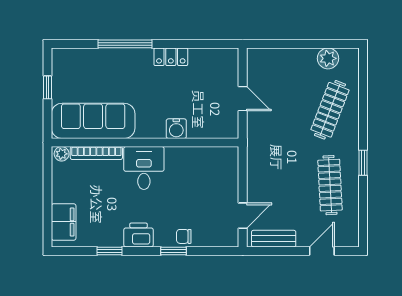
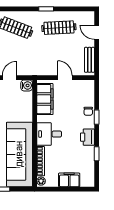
sofa: (93, 121) -> (19, 154), width x1.36, depth x1.27
water cooler: (176, 129) -> (27, 85), moved
filing cabinet: (205, 161) -> (45, 99), added
door: (243, 216) -> (65, 78), moved
filing cabinet: (64, 222) -> (69, 180), moved

